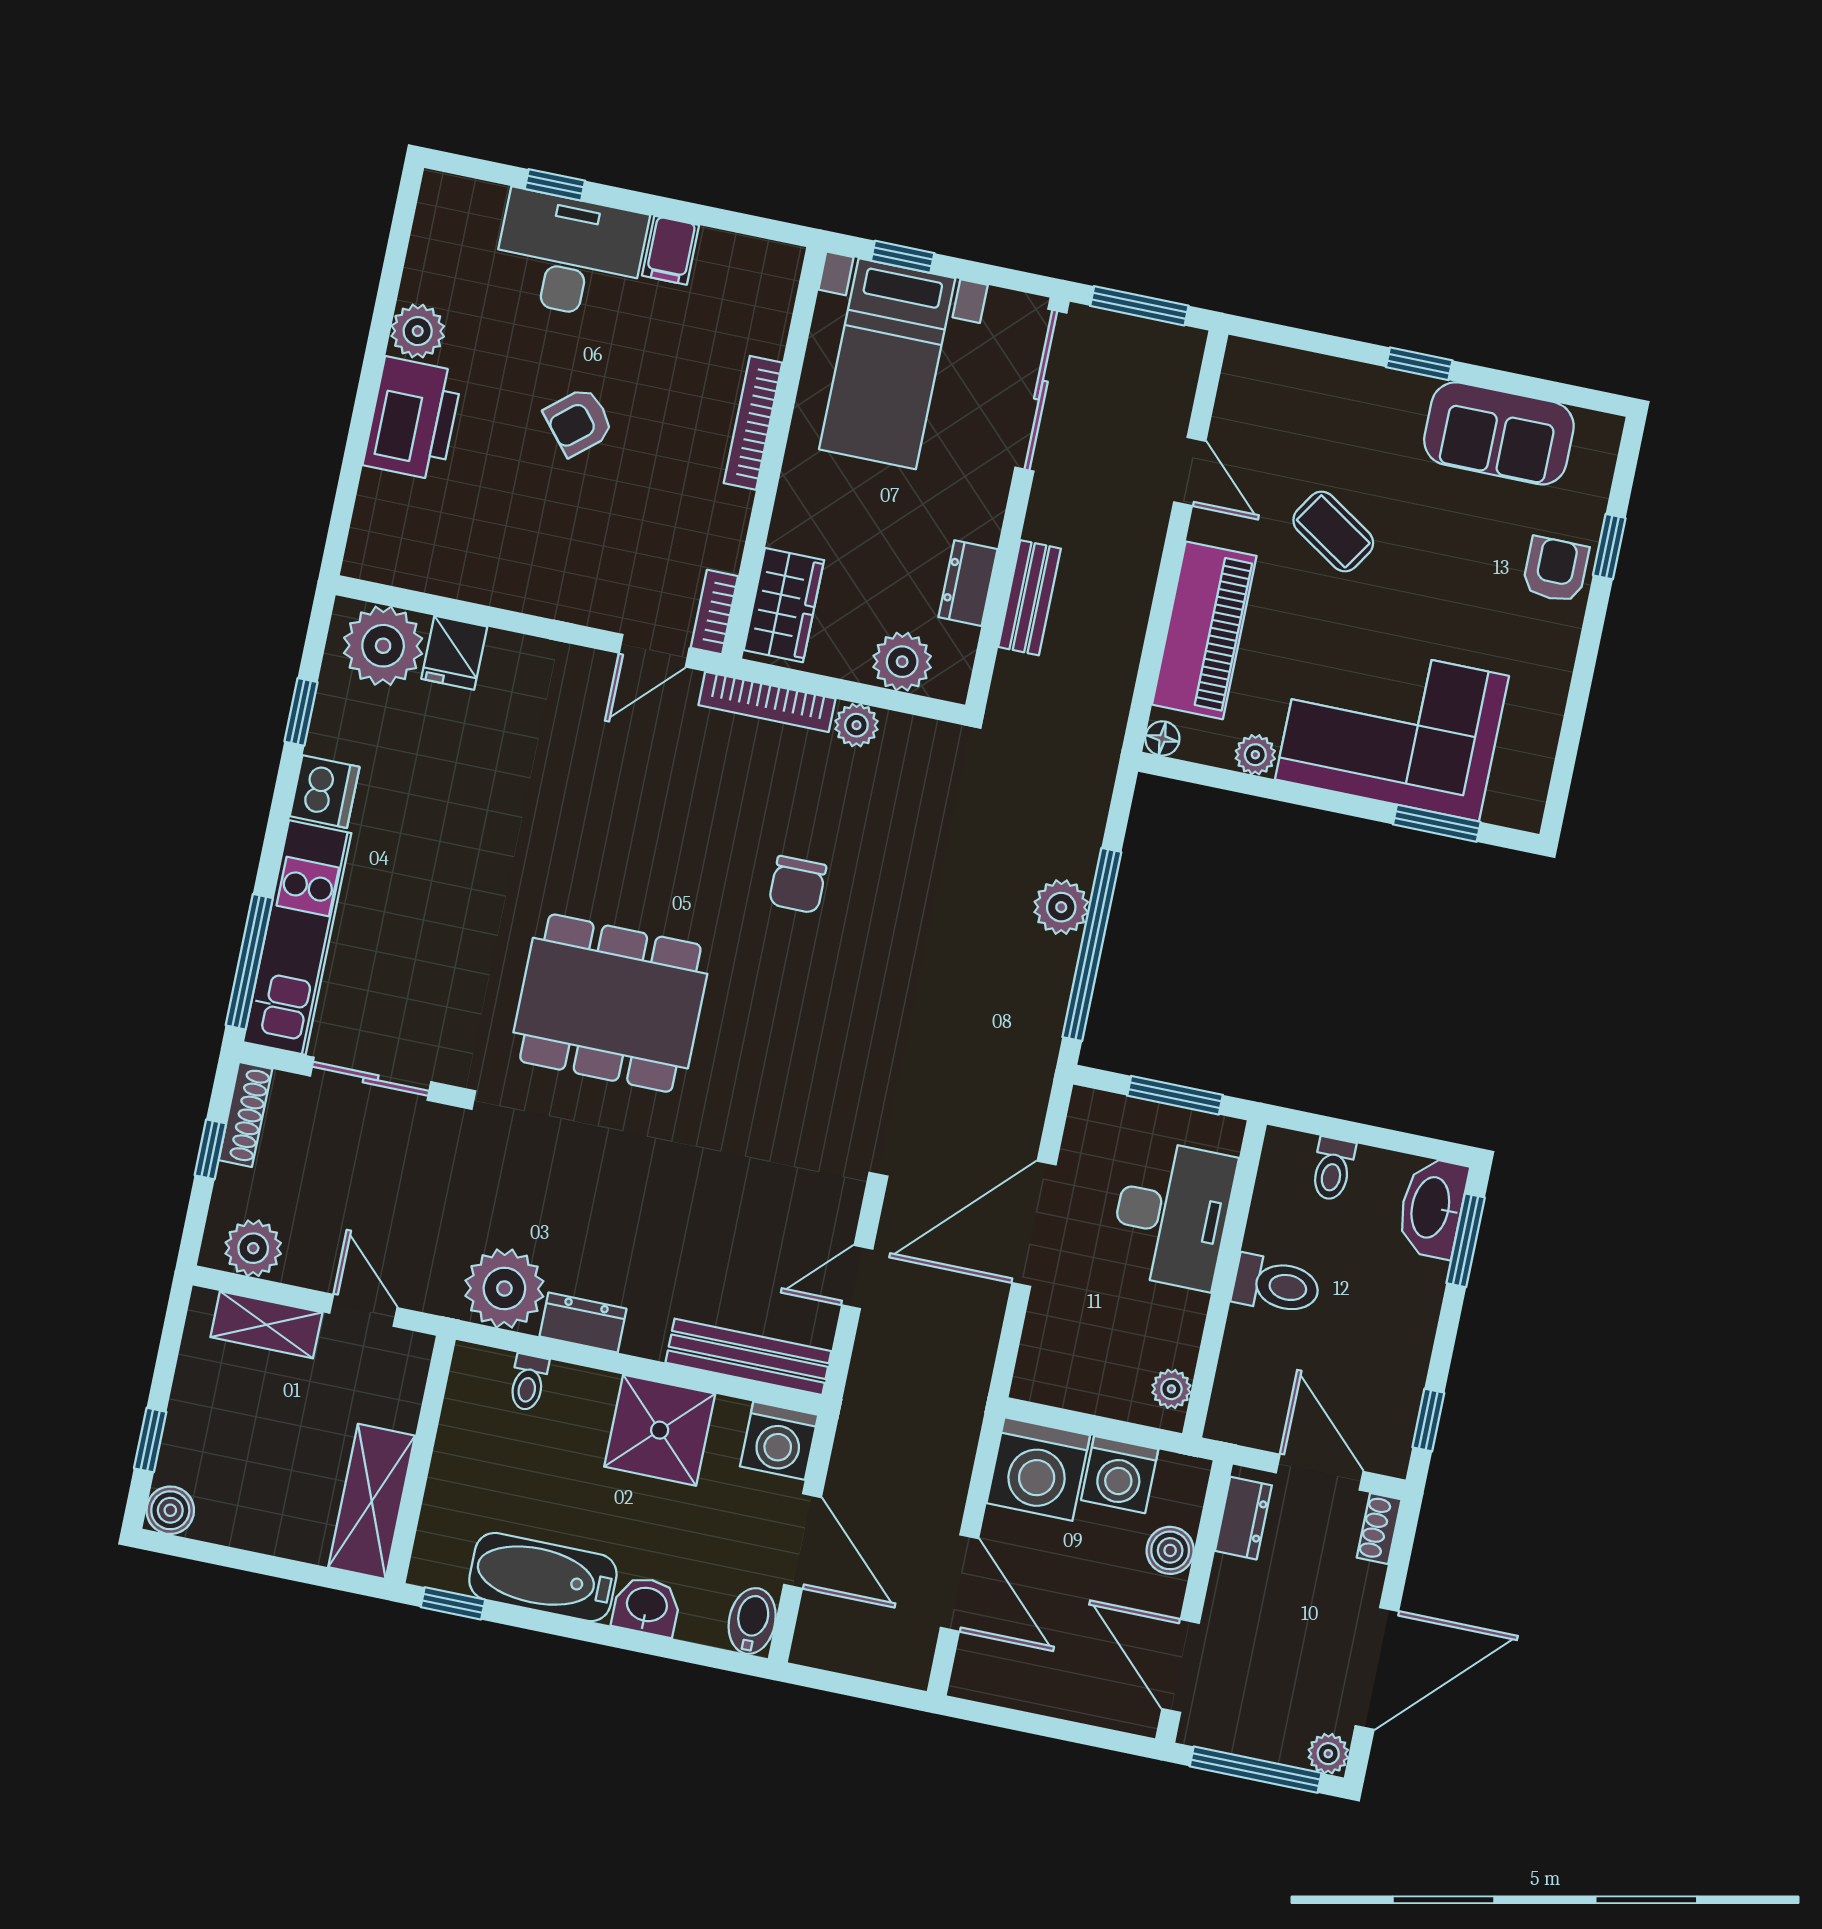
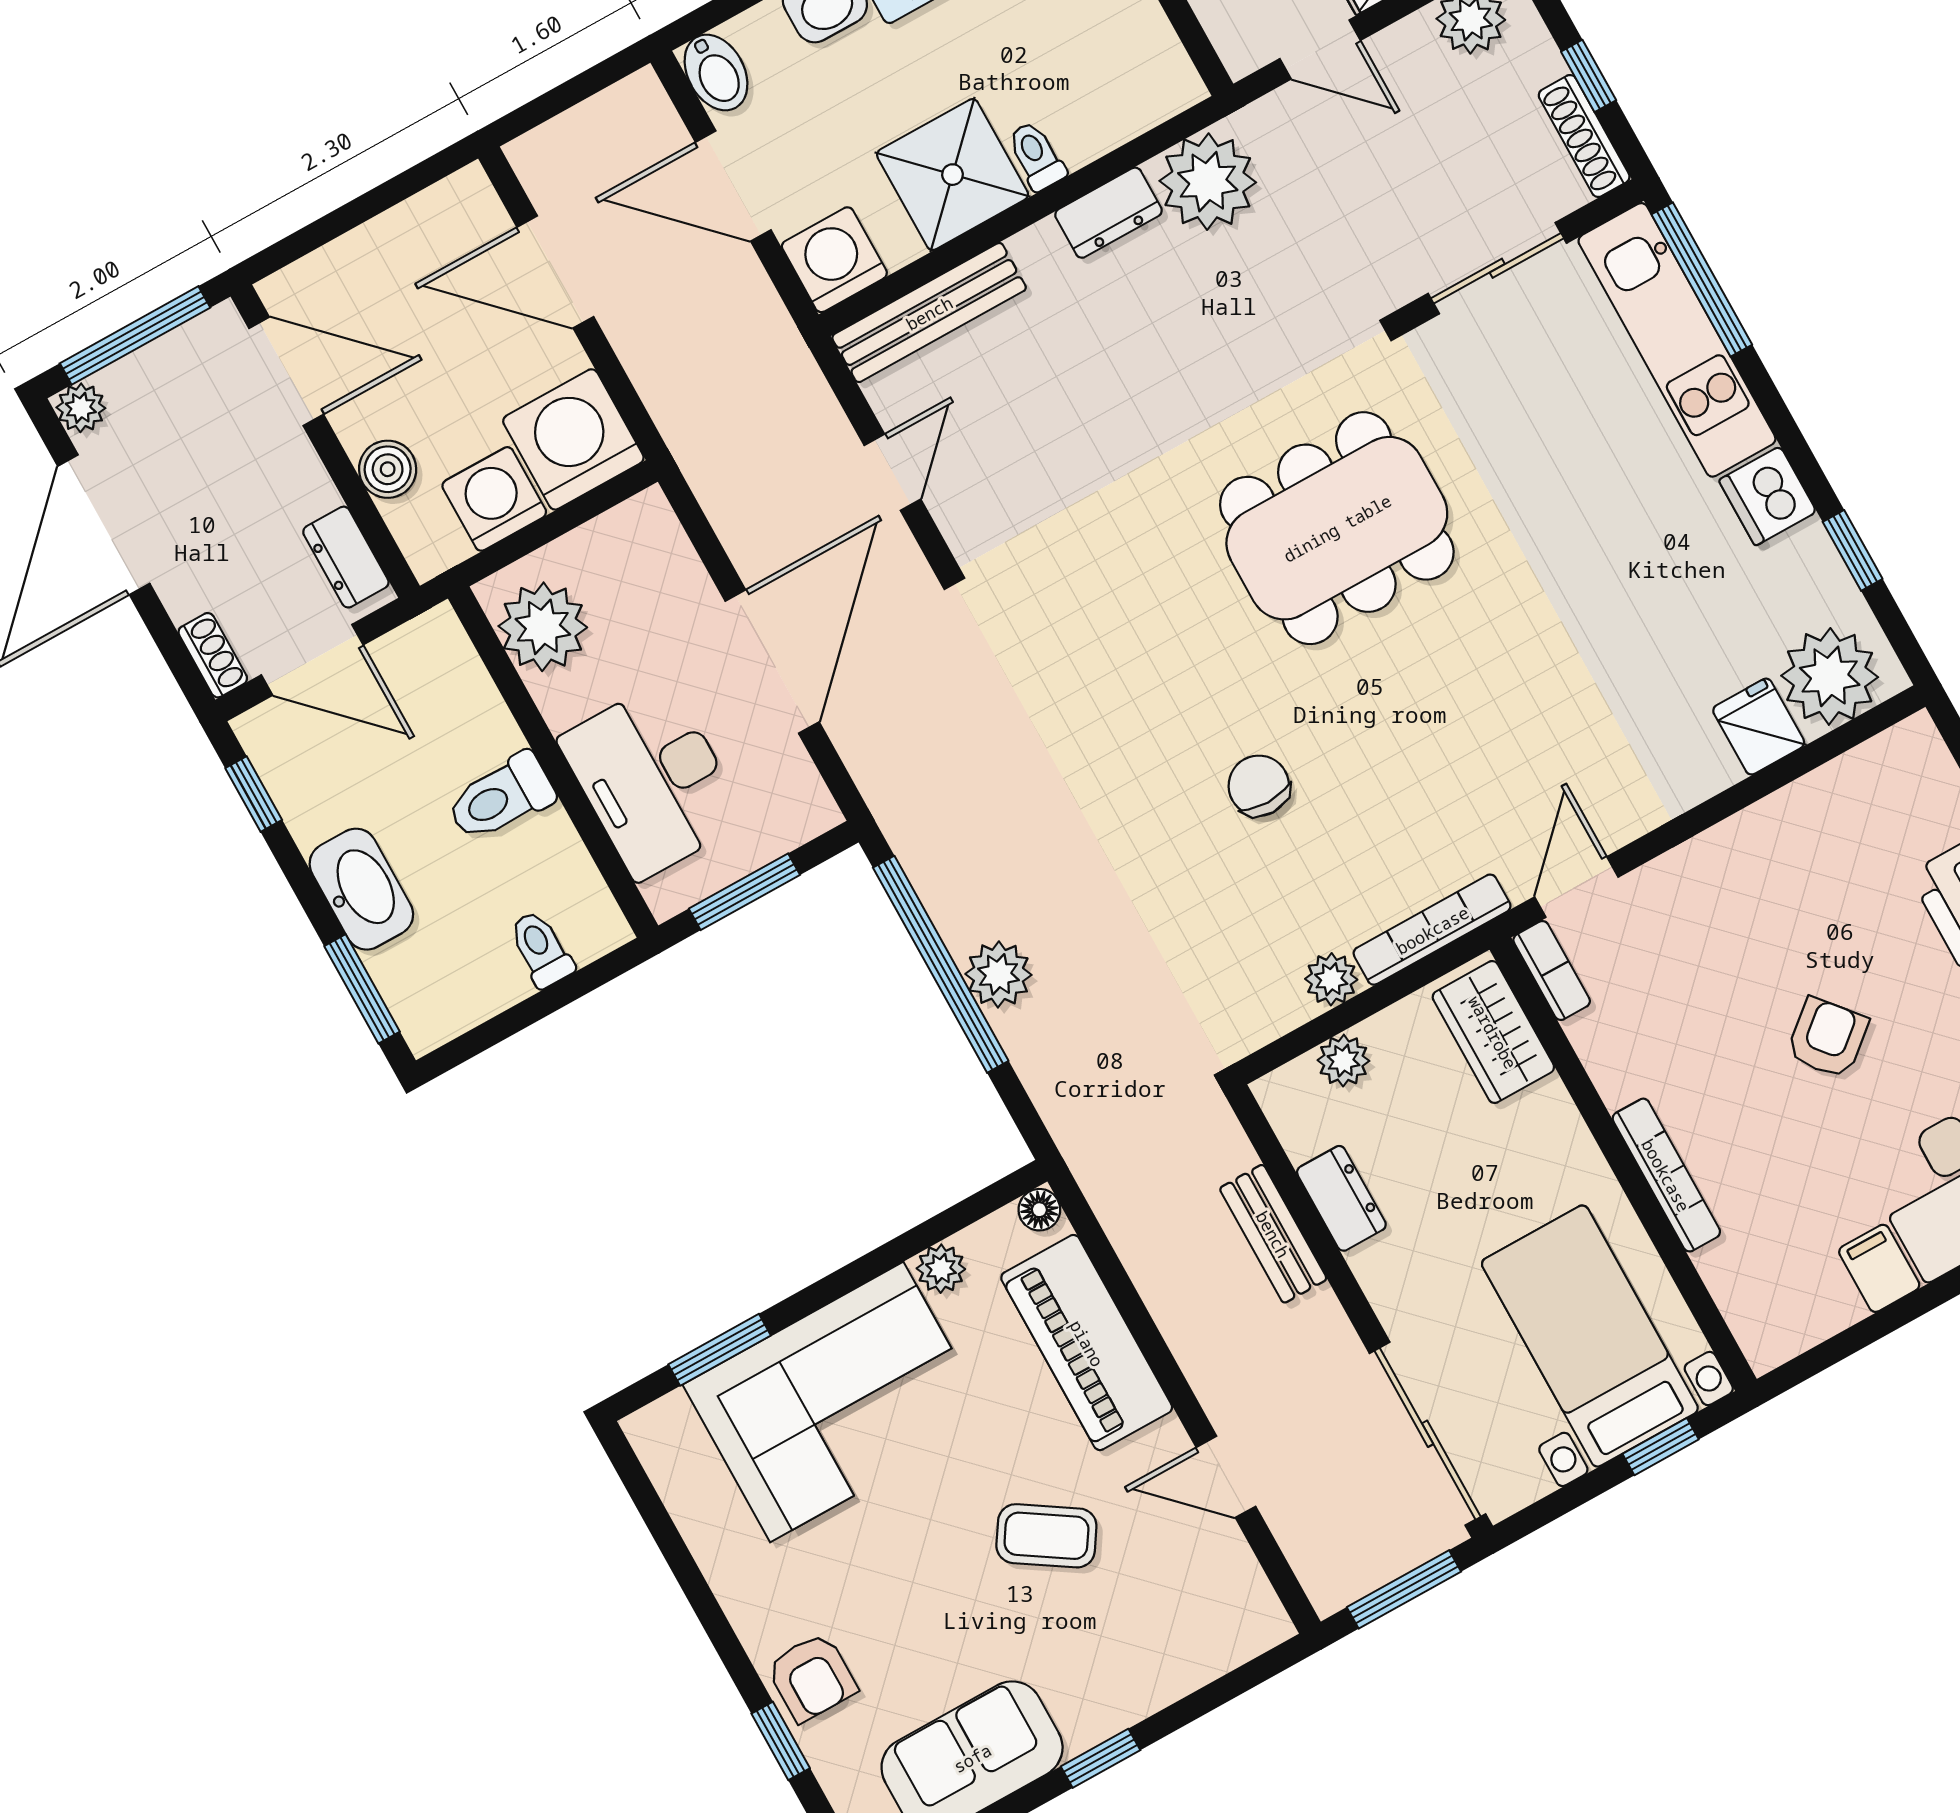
plant: (902, 662) -> (1343, 1061), width x0.73, depth x0.73
washbasin: (1432, 1208) -> (361, 889), moved
toilet: (528, 1382) -> (1036, 156), moved
plant: (1171, 1389) -> (543, 627), width x1.88, depth x1.88

